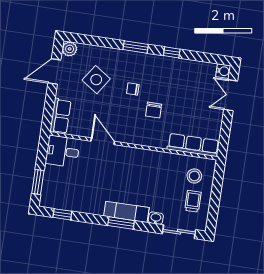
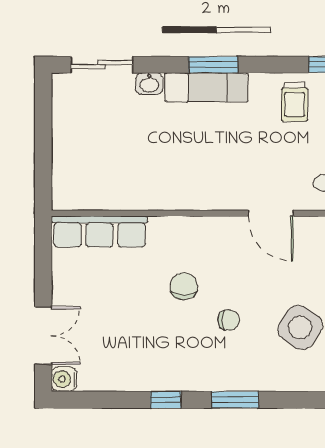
stool: (194, 176) -> (89, 174), removed
trolley: (193, 201) -> (295, 102), moved

